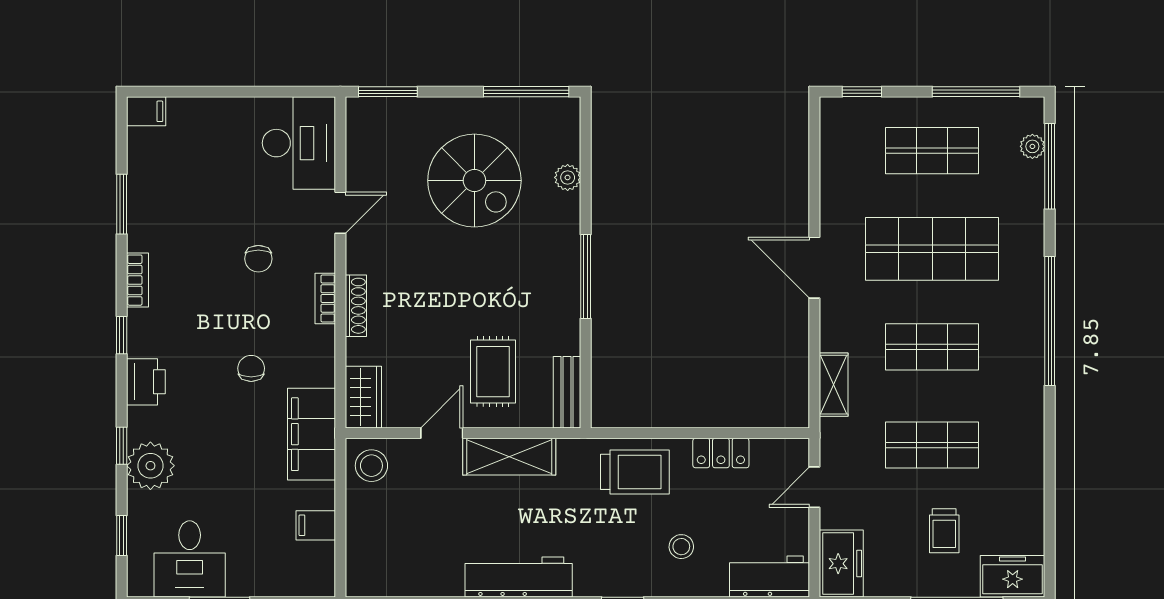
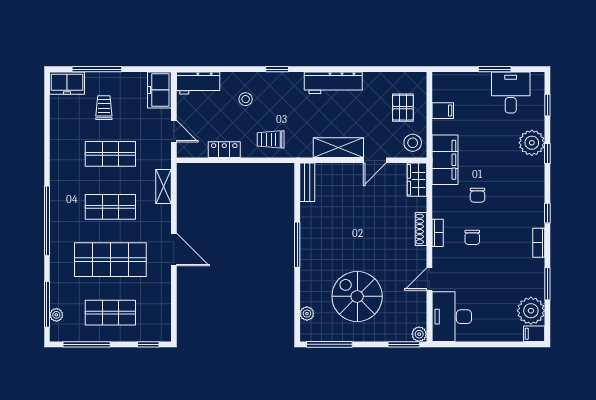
plant: (359, 111) -> (419, 334), added
plant: (152, 154) -> (531, 311), added
plant: (568, 177) -> (307, 314), moved
chair: (258, 259) -> (472, 237), moved, turned 180
rug: (493, 372) -> (347, 193), removed
printer: (146, 382) -> (534, 188), removed
trolley: (635, 472) -> (271, 139), width x0.73, depth x0.72
door: (814, 487) -> (174, 131), hinge flipped
pallet: (389, 531) -> (403, 108), added

